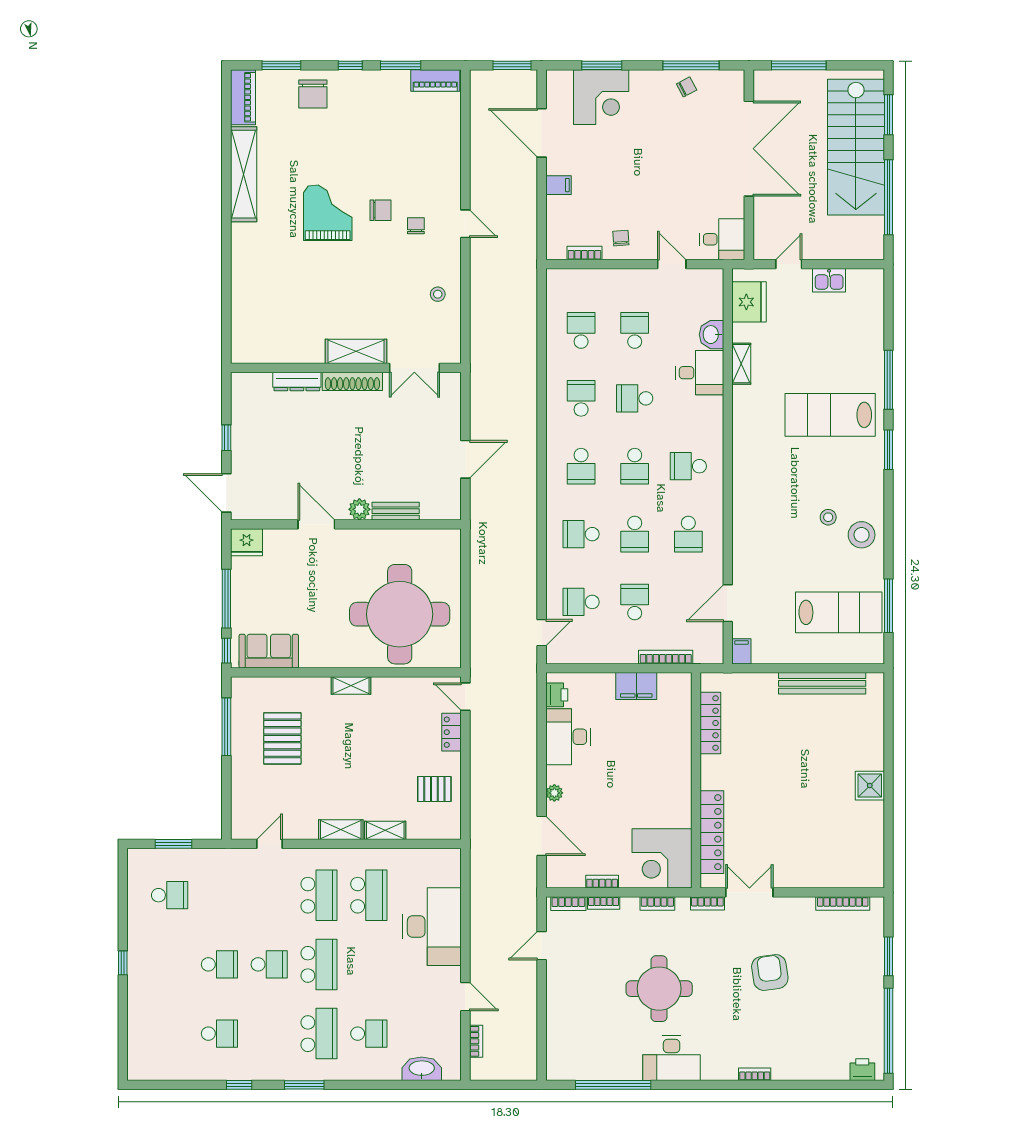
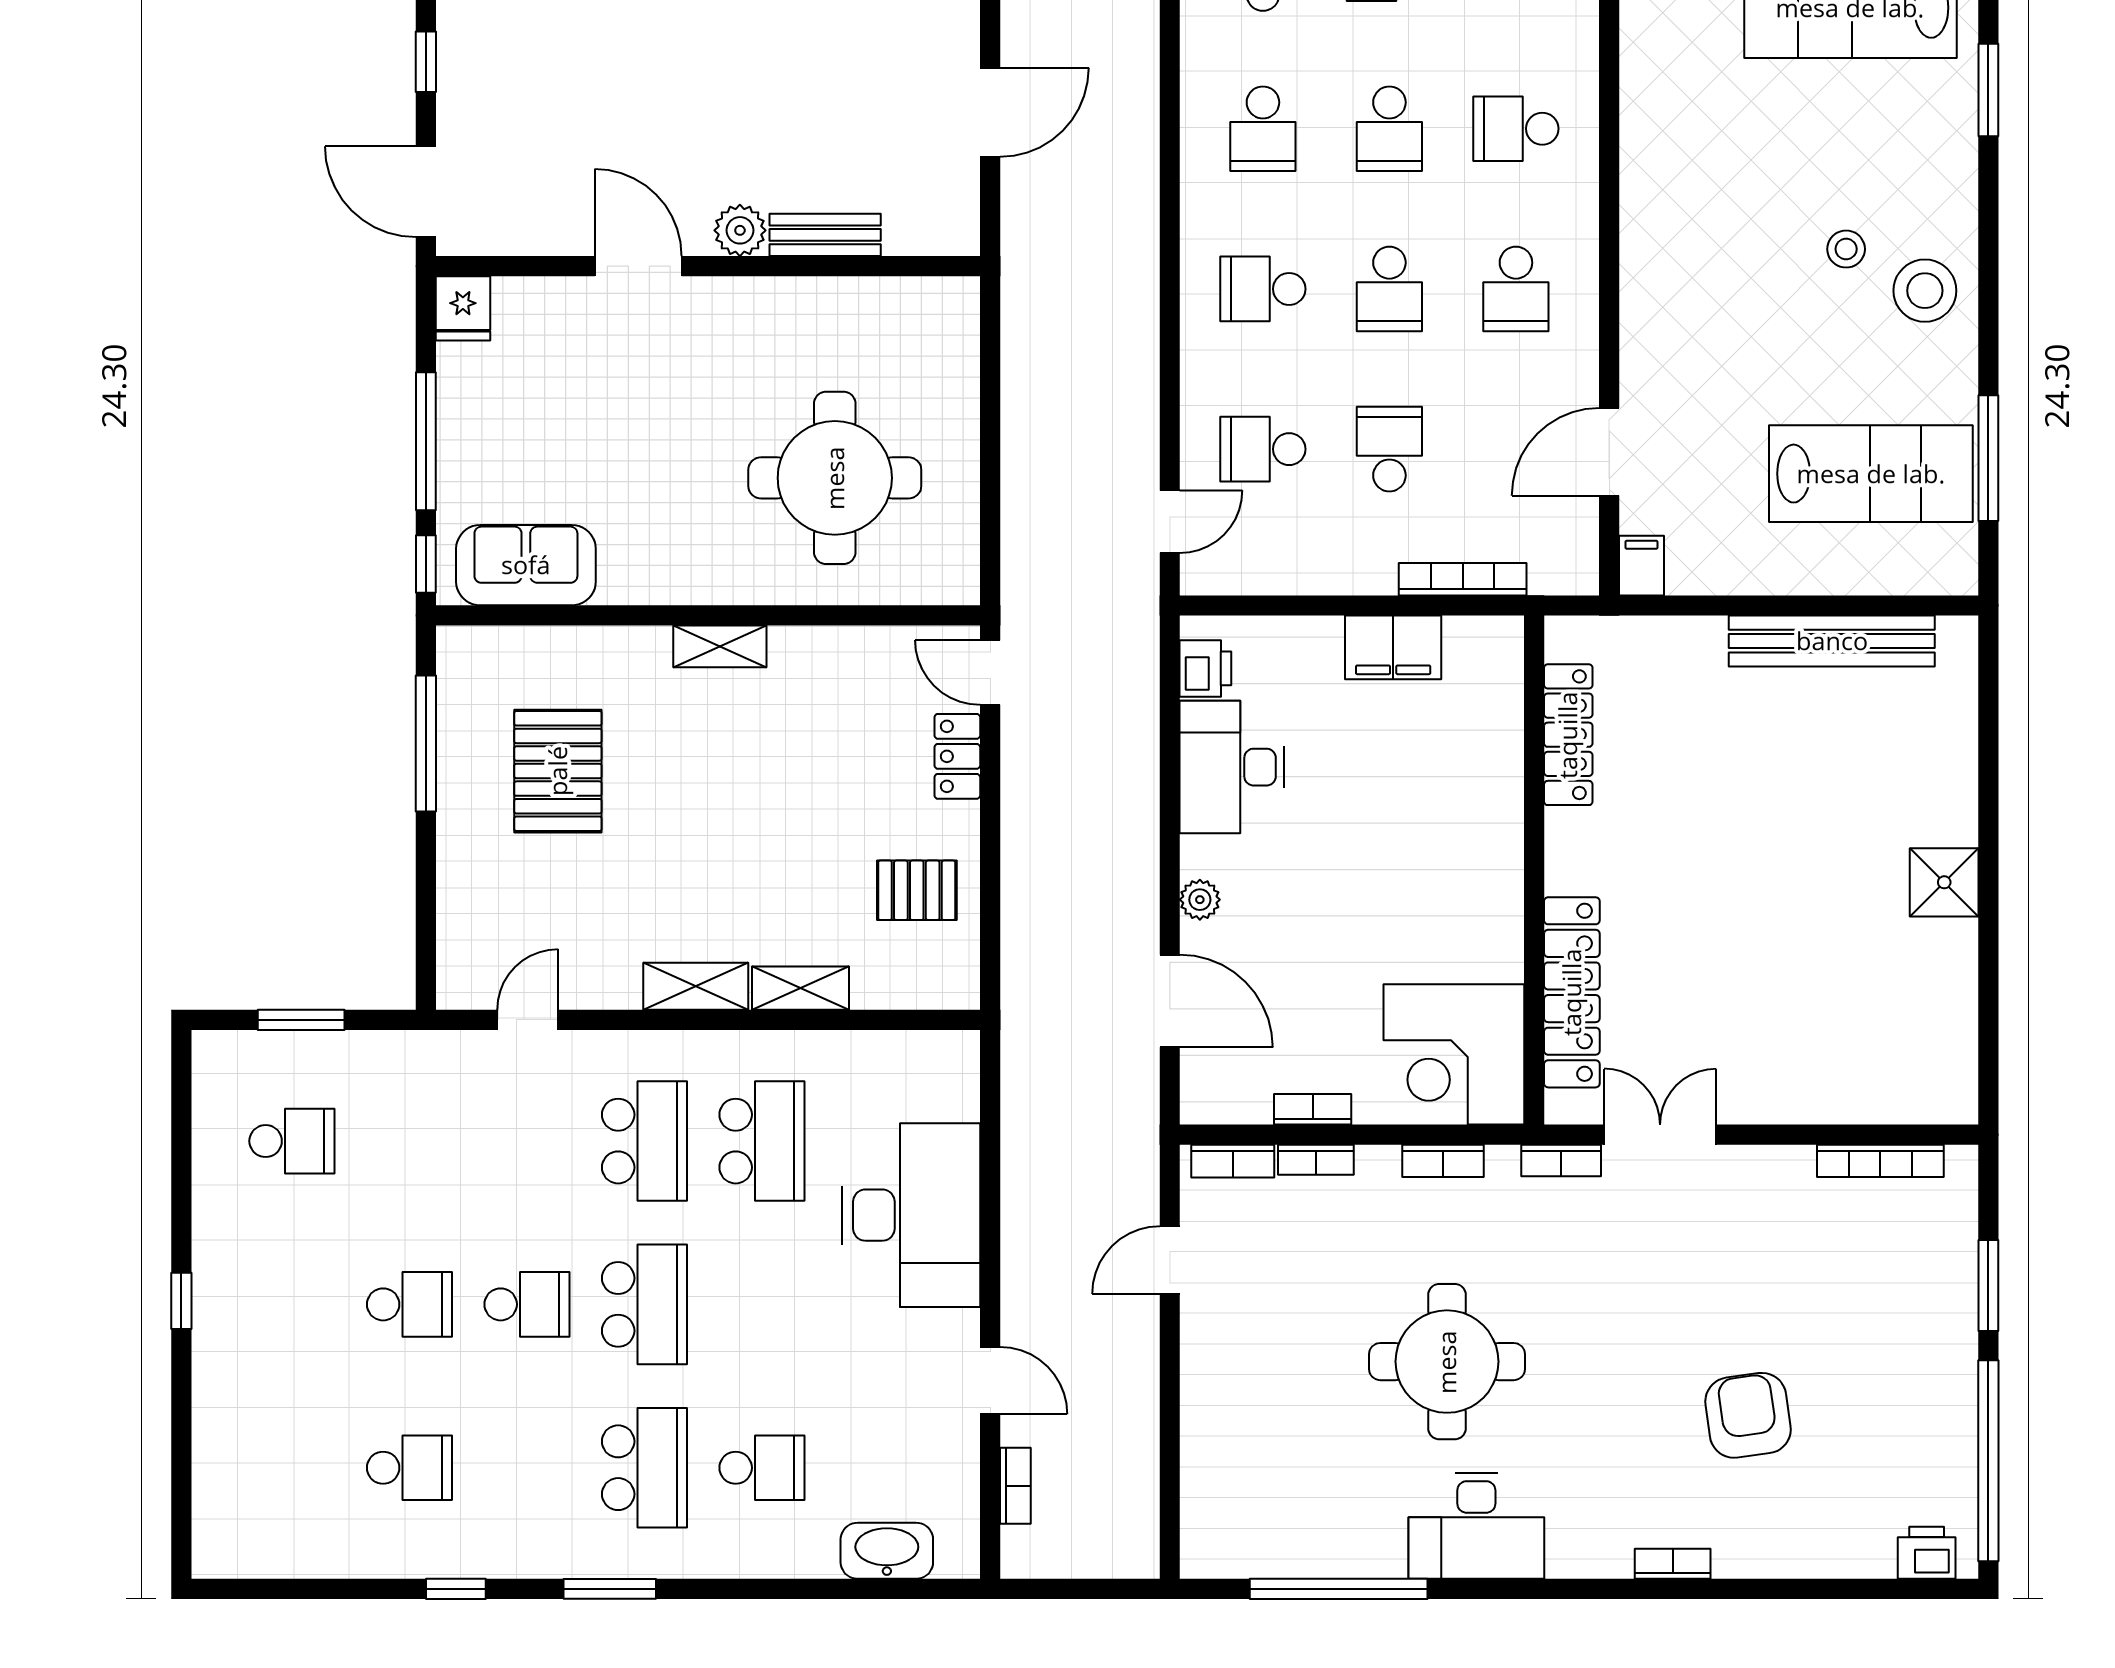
fridge: (247, 542) -> (463, 308), width x0.72
round table: (400, 614) -> (835, 478), width x0.73, depth x0.73
armchair: (770, 972) -> (1748, 1415), moved

